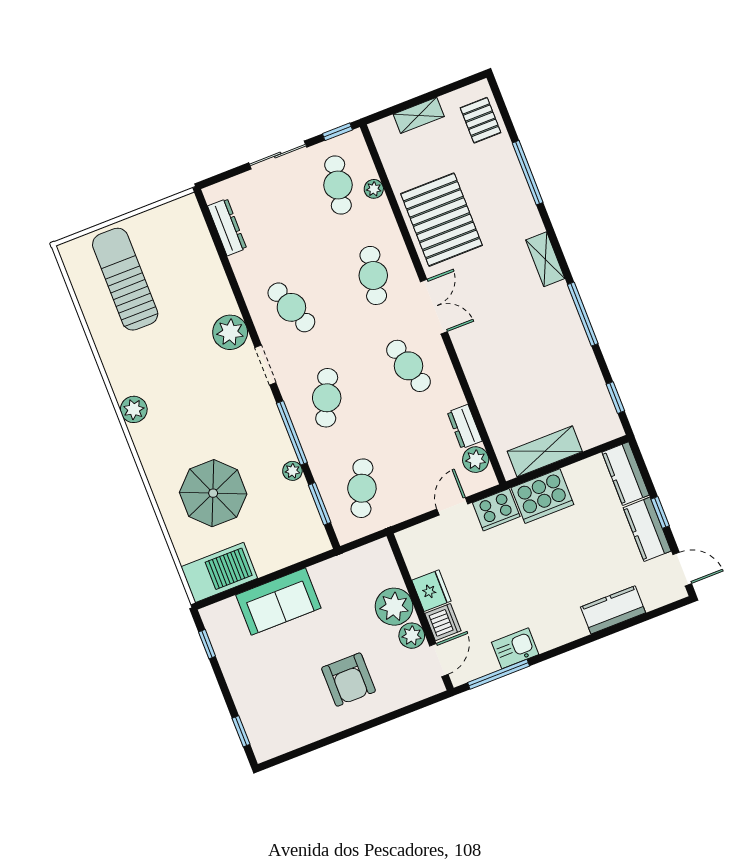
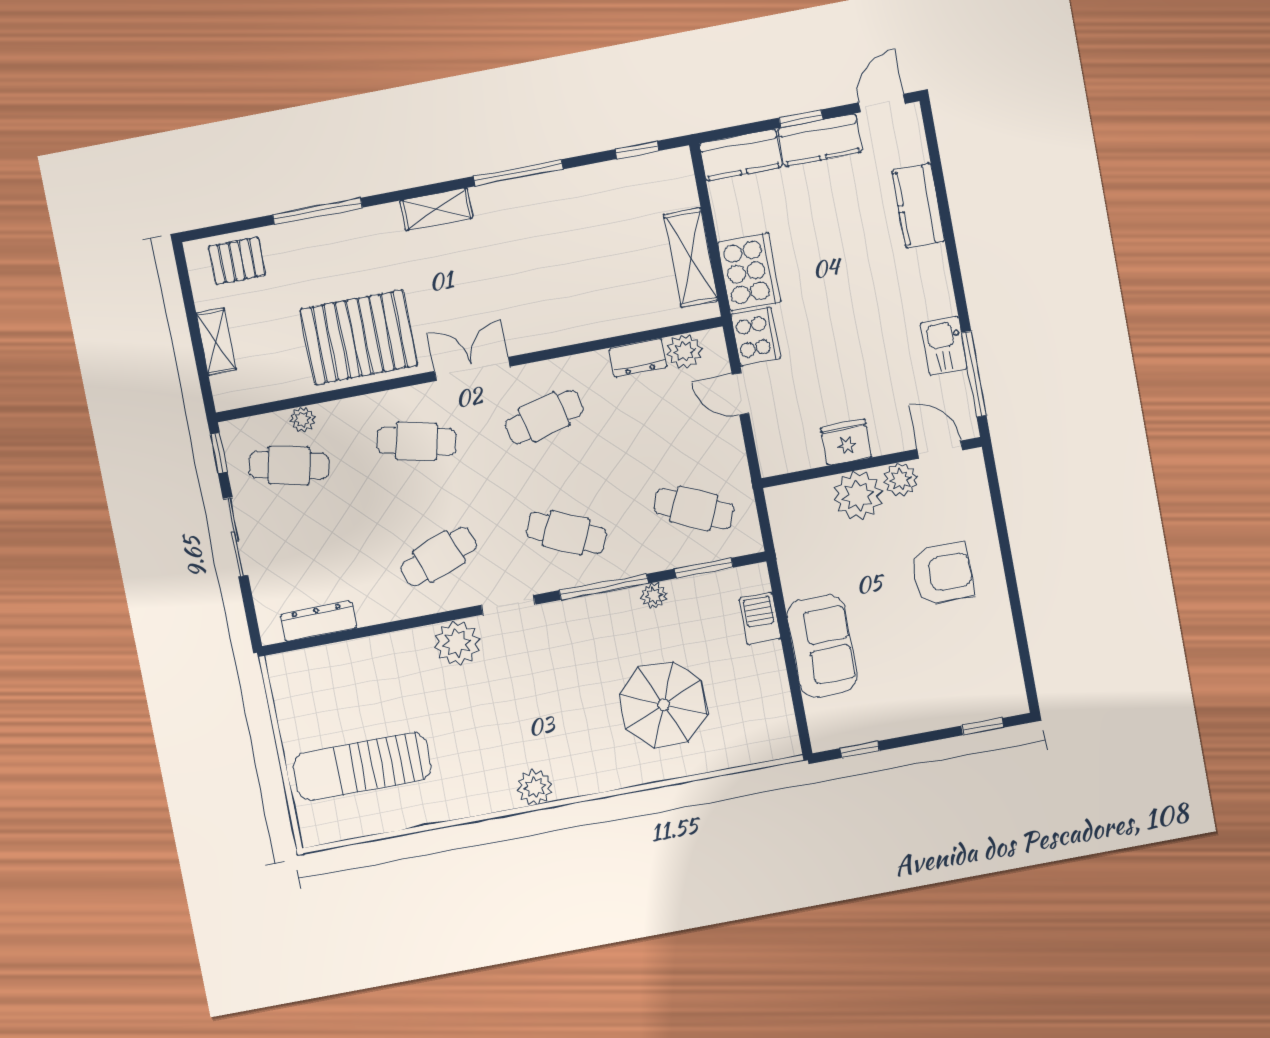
barbecue: (219, 572) -> (760, 619), moved, width x0.53, depth x0.65
dishwasher: (443, 622) -> (891, 435), removed

